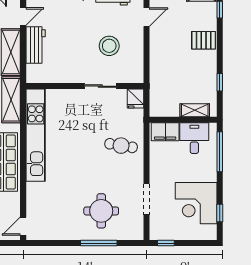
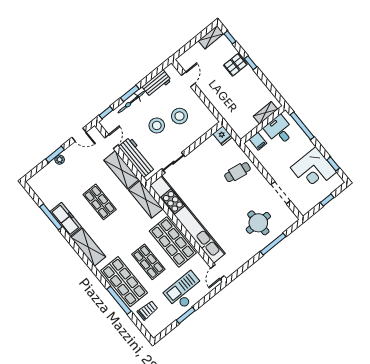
stool: (80, 37) -> (157, 125), added
workbench: (36, 45) -> (137, 157), width x1.37
window: (220, 82) -> (251, 63), moved
sliding door: (100, 86) -> (173, 163), moved
filing cabinet: (165, 132) -> (258, 141), width x0.50
kitchen unit: (36, 135) -> (188, 219), width x1.36
window: (166, 243) -> (327, 200), moved

